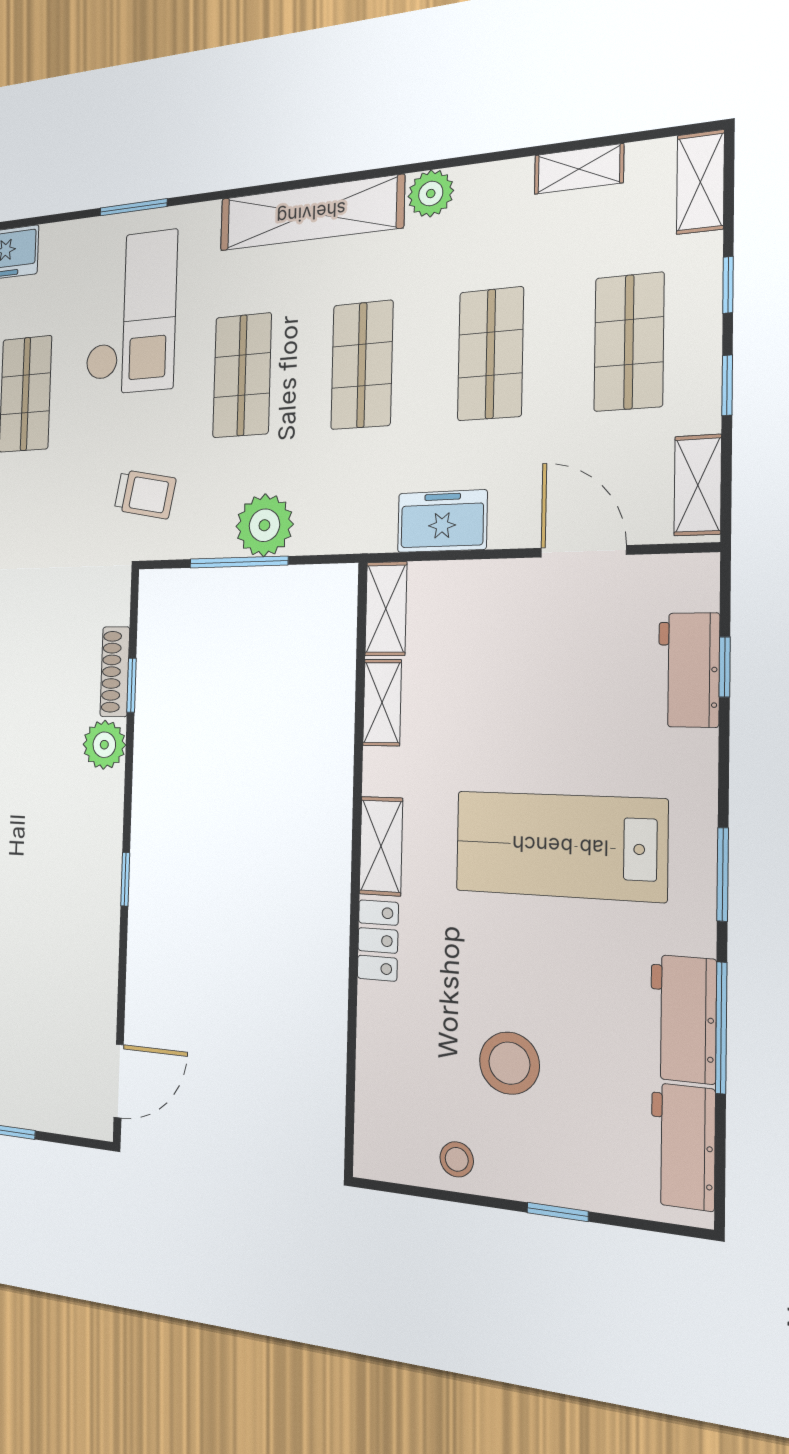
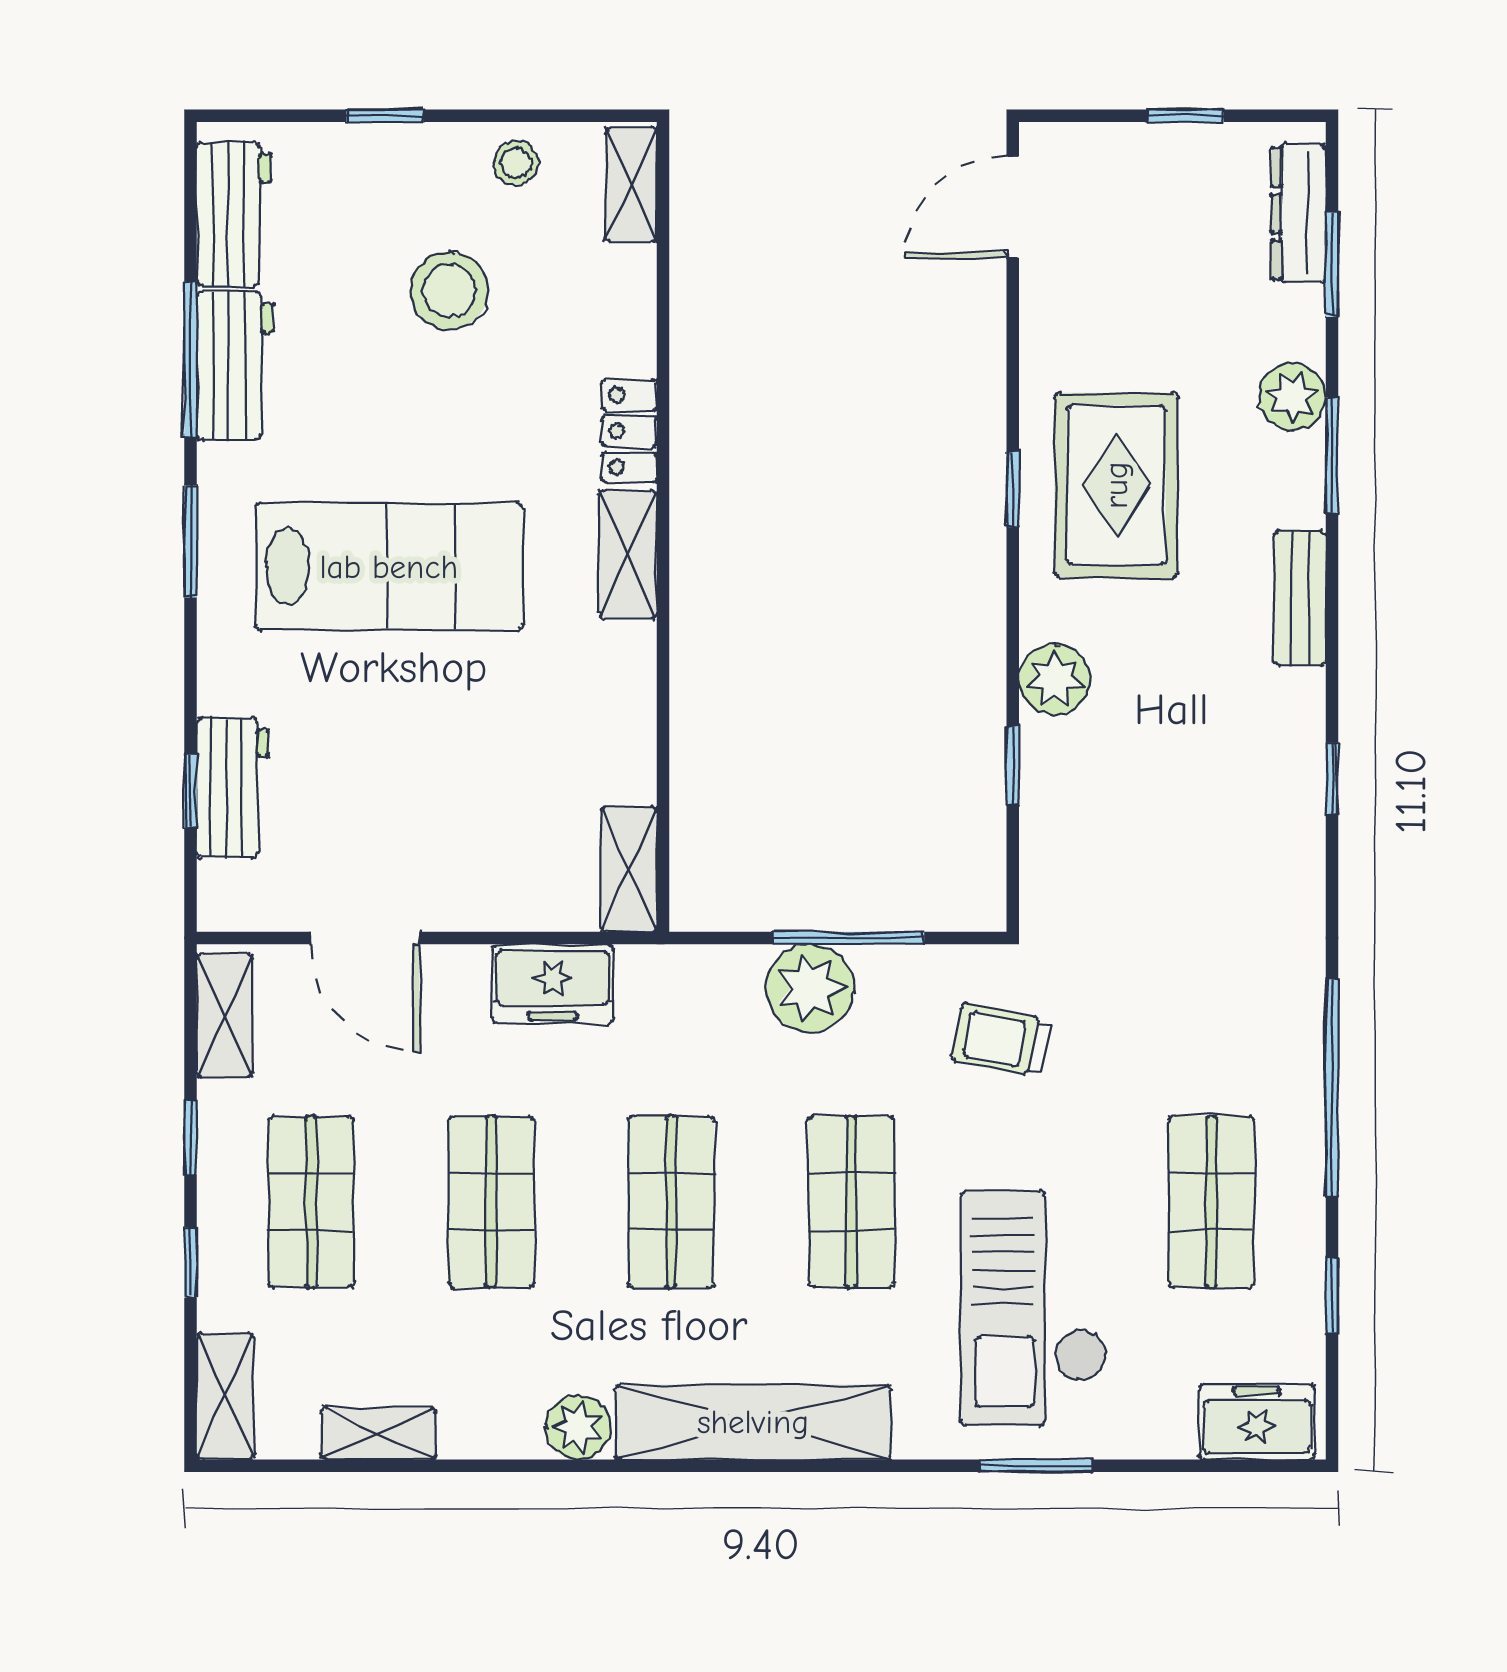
shoe rack: (115, 672) -> (1041, 785), removed
shelving: (382, 703) -> (631, 184), moved
rug: (63, 878) -> (1116, 485), added

